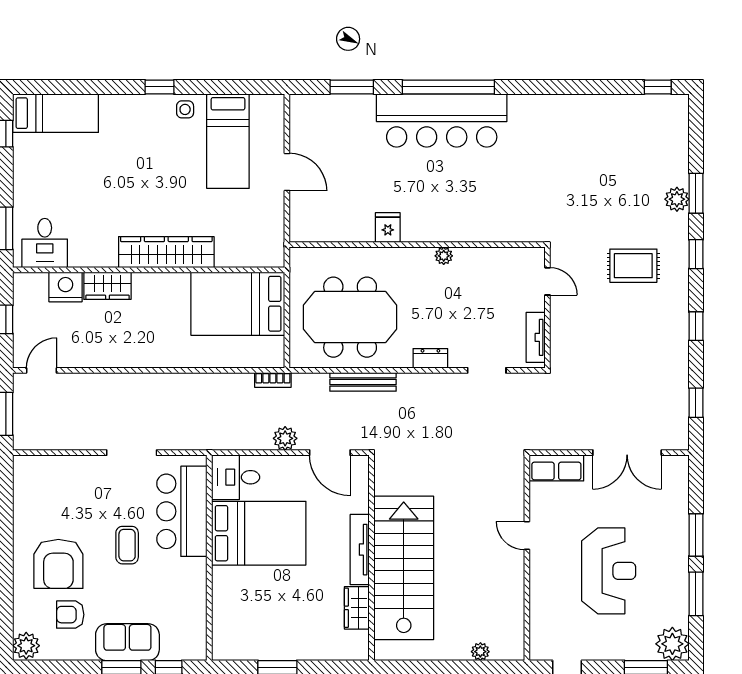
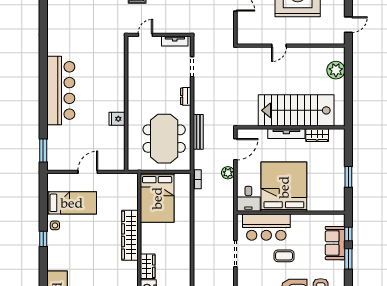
window: (352, 87) -> (43, 150), moved
window: (448, 87) -> (43, 87), removed
plant: (444, 256) -> (132, 89), removed
row of seats: (556, 468) -> (243, 30), removed
bed: (259, 533) -> (284, 187), width x1.36
sofa: (127, 642) -> (335, 243), moved
plant: (480, 652) -> (336, 70), width x1.88, depth x1.88

